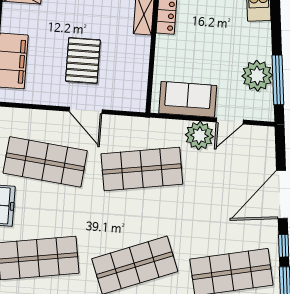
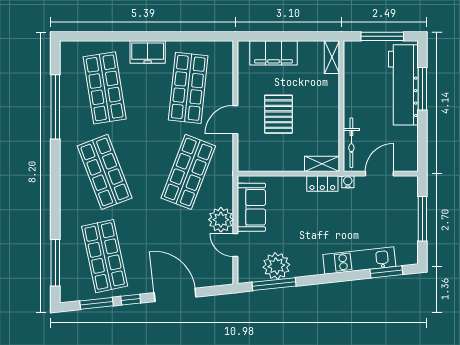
pallet: (83, 61) -> (278, 114), turned 90
shop shelf: (142, 169) -> (188, 172), turned 30

